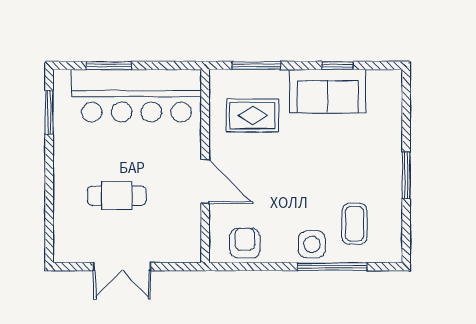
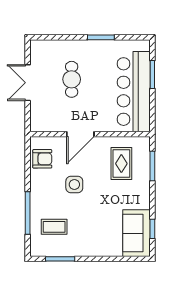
window: (337, 66) -> (152, 229), moved
sofa: (328, 91) -> (136, 233), moved
window: (49, 112) -> (101, 37), moved
window: (406, 175) -> (60, 259), moved
side table: (312, 244) -> (74, 185), moved

